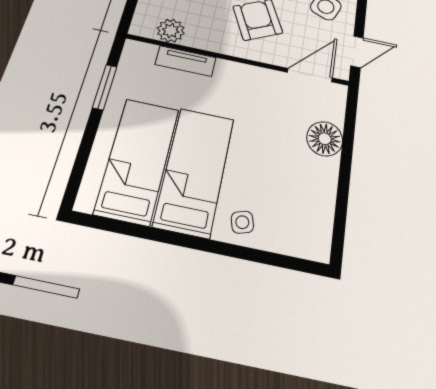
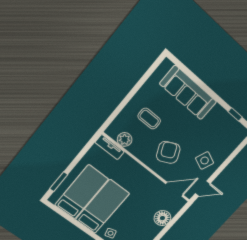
tv unit: (186, 61) -> (110, 147), moved
window: (105, 87) -> (59, 182), moved

